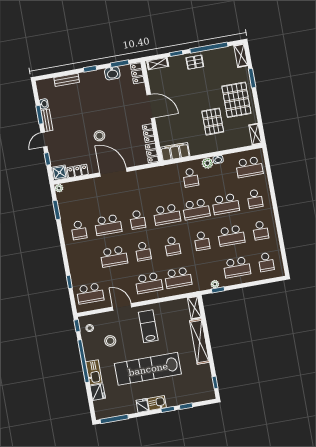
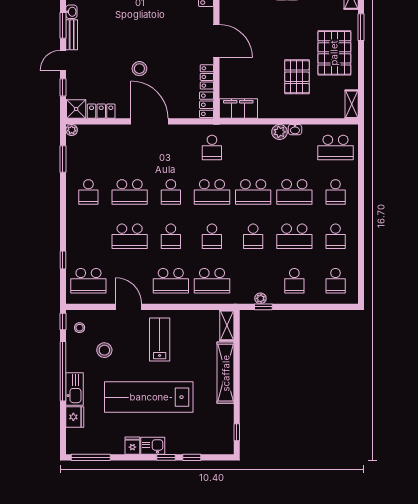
school desk: (191, 178) -> (212, 148), moved
school desk: (237, 267) -> (294, 281), width x0.54

